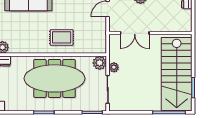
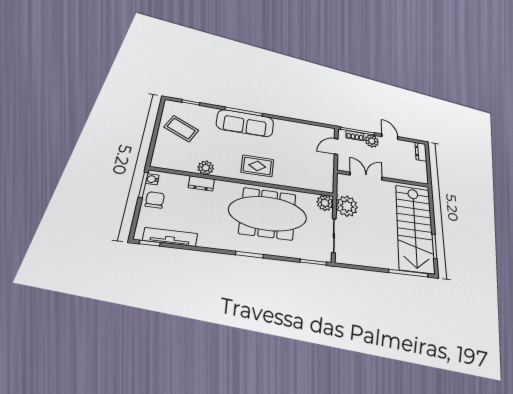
double door: (135, 33) -> (366, 176), swing flipped
rug: (62, 37) -> (257, 166), moved
plant: (114, 67) -> (347, 206), width x1.88, depth x1.88

